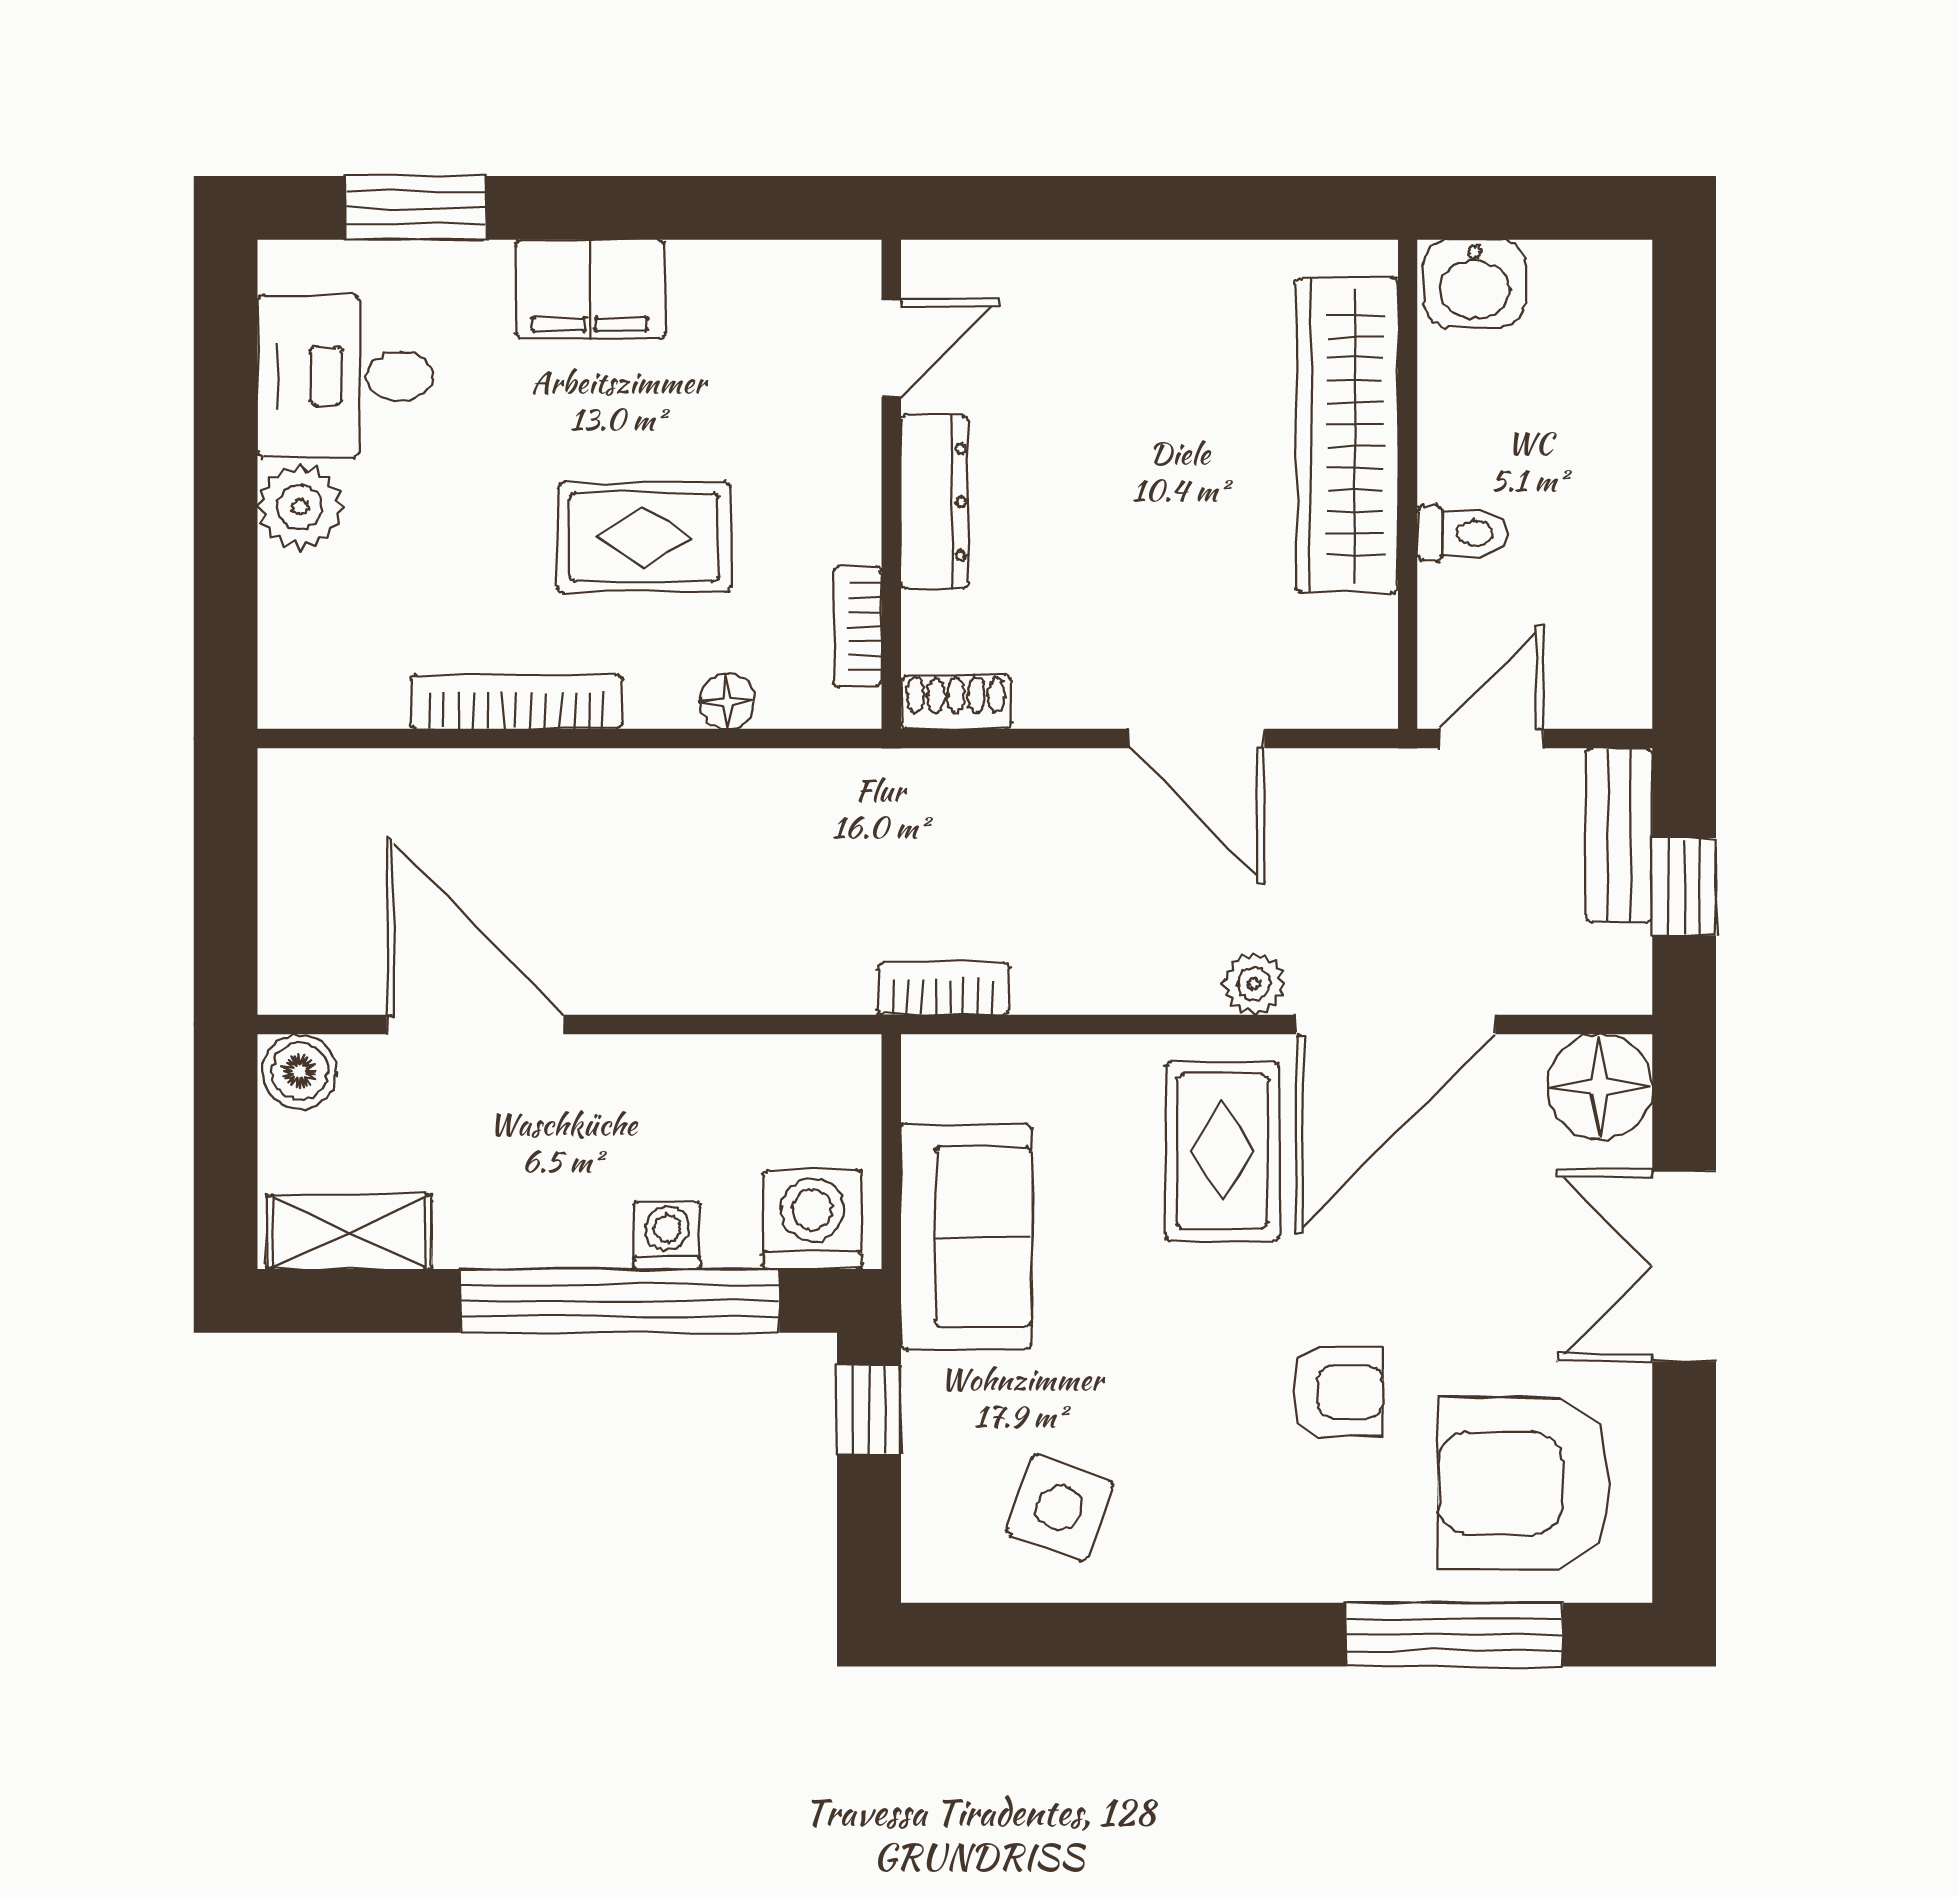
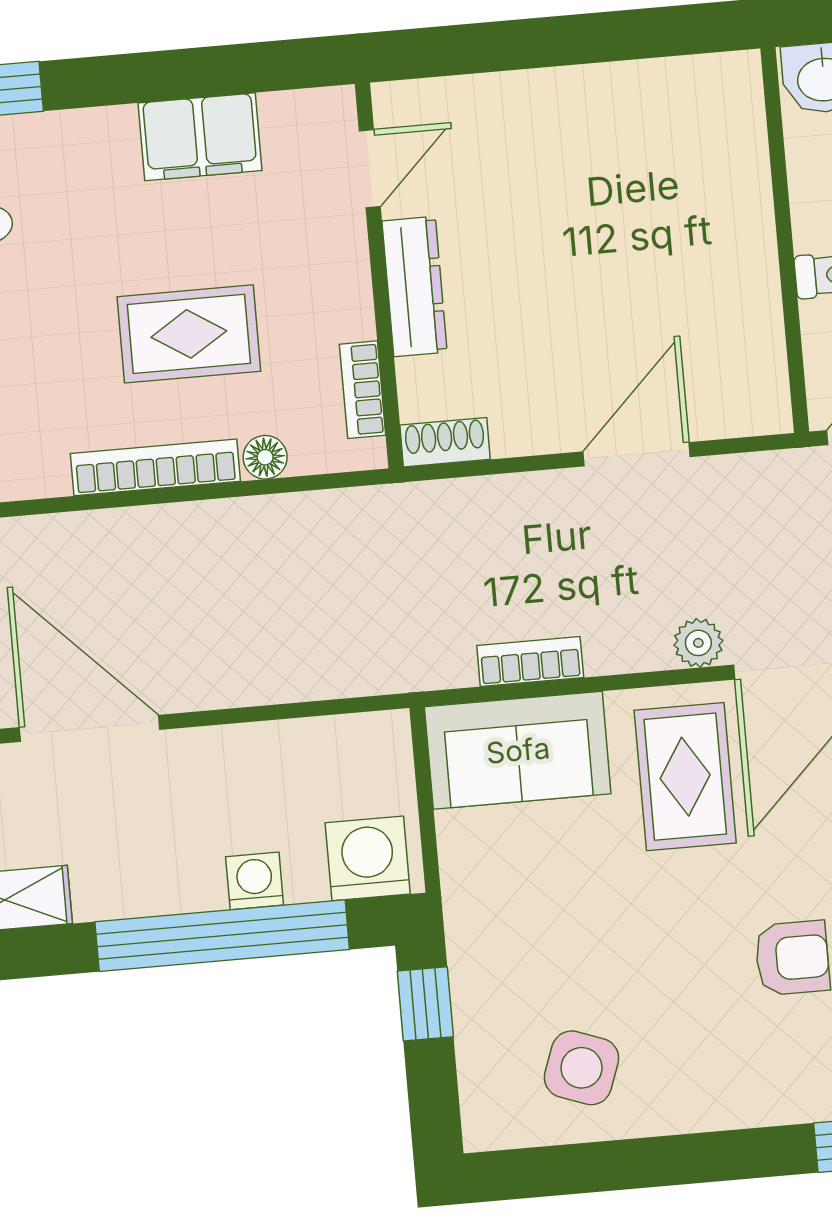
filing cabinet: (590, 289) -> (200, 137), moved
wardrobe: (1347, 435) -> (734, 206), removed
bookcase: (516, 702) -> (155, 467), moved
door: (1197, 738) -> (637, 454), swing flipped
bookcase: (943, 989) -> (530, 662), moved
sofa: (966, 1237) -> (518, 750), moved, turned 90

